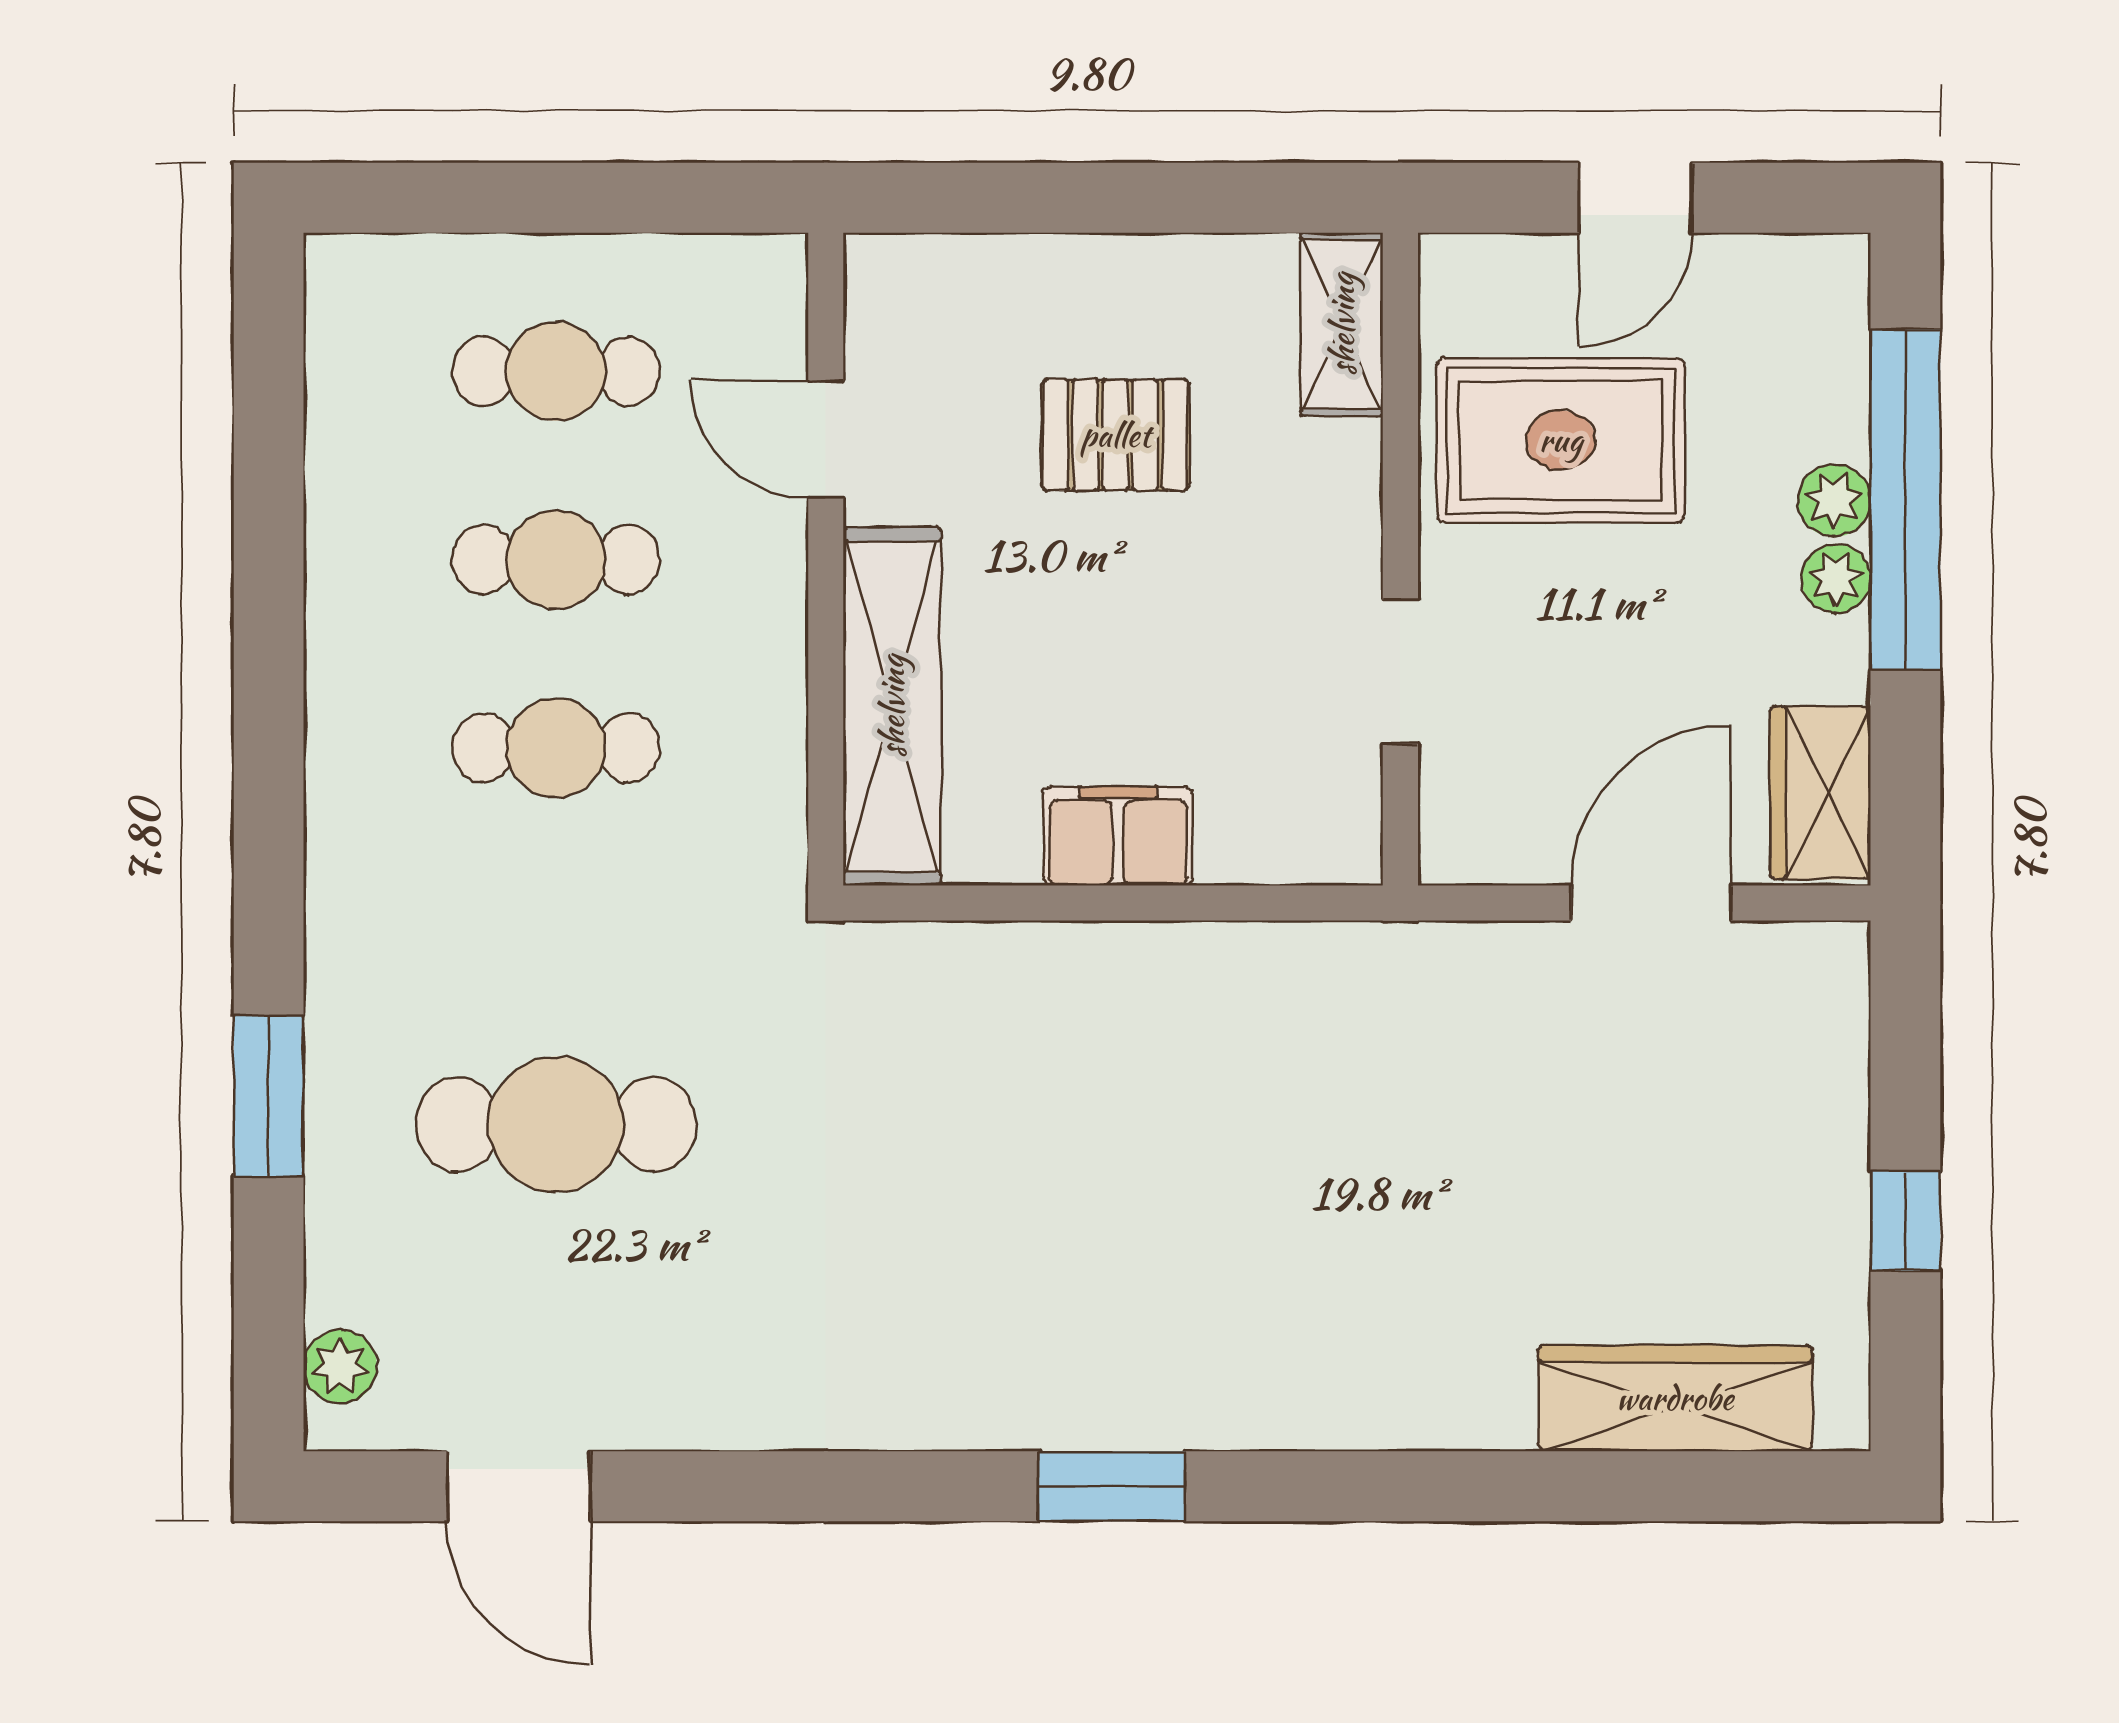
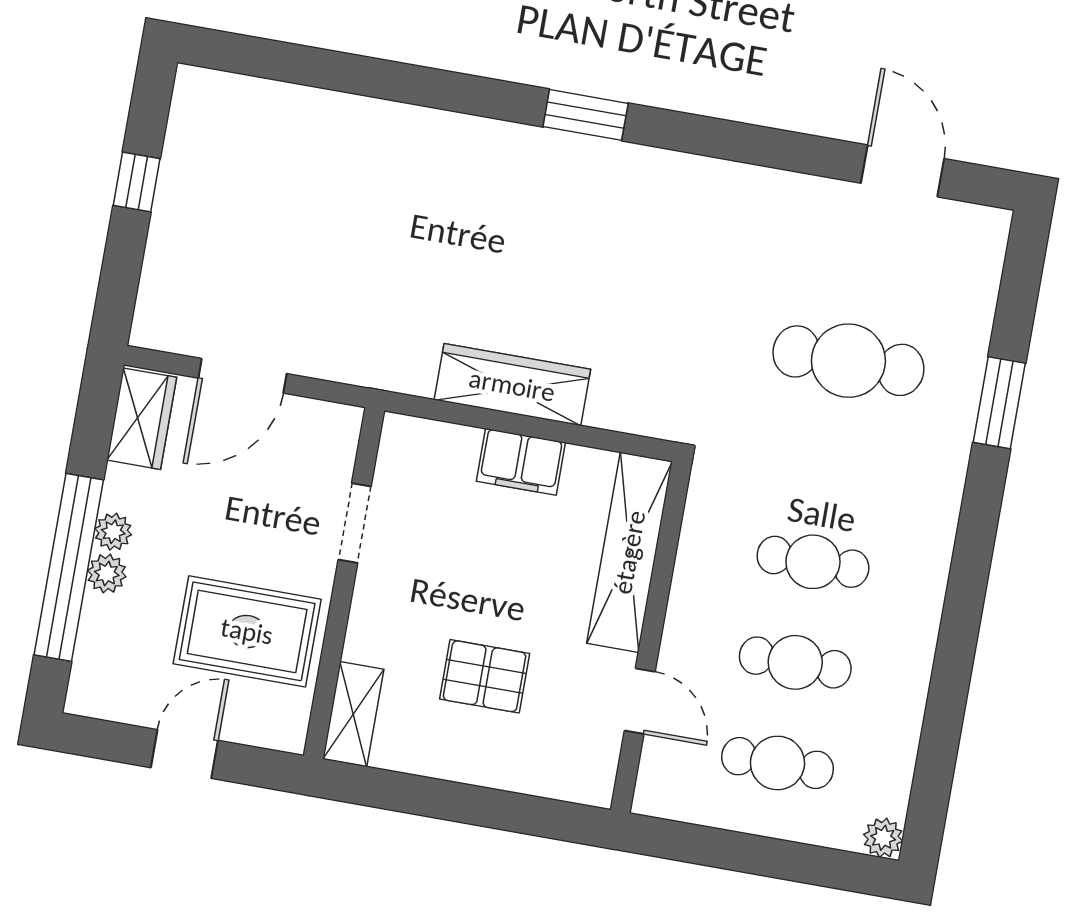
plant: (340, 1367) -> (883, 838), moved
wardrobe: (1675, 1398) -> (512, 385), moved, turned 180

